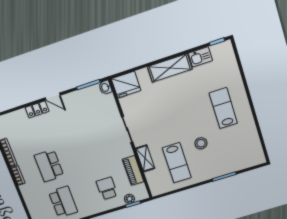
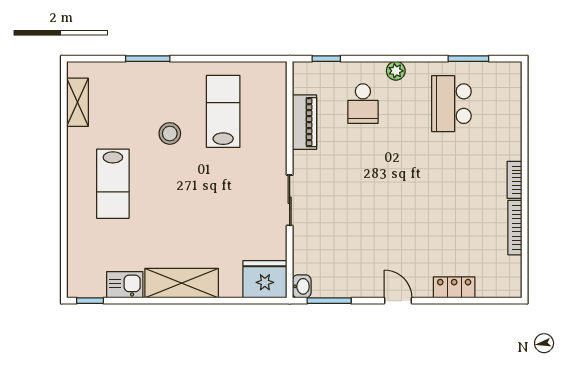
locker: (37, 109) -> (454, 287), moved
shelving: (145, 158) -> (78, 102), moved
school desk: (49, 166) -> (451, 180), removed
plant: (129, 199) -> (396, 71), moved

